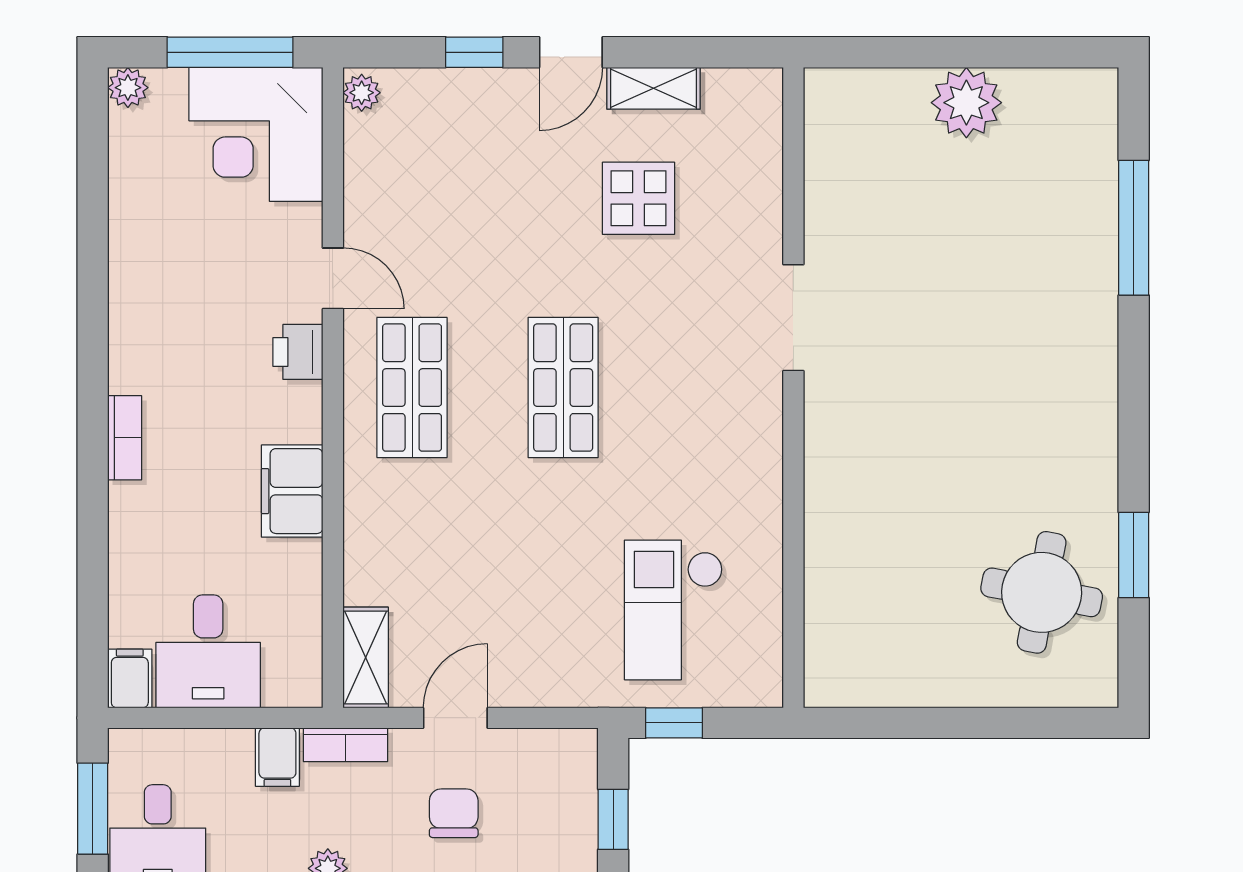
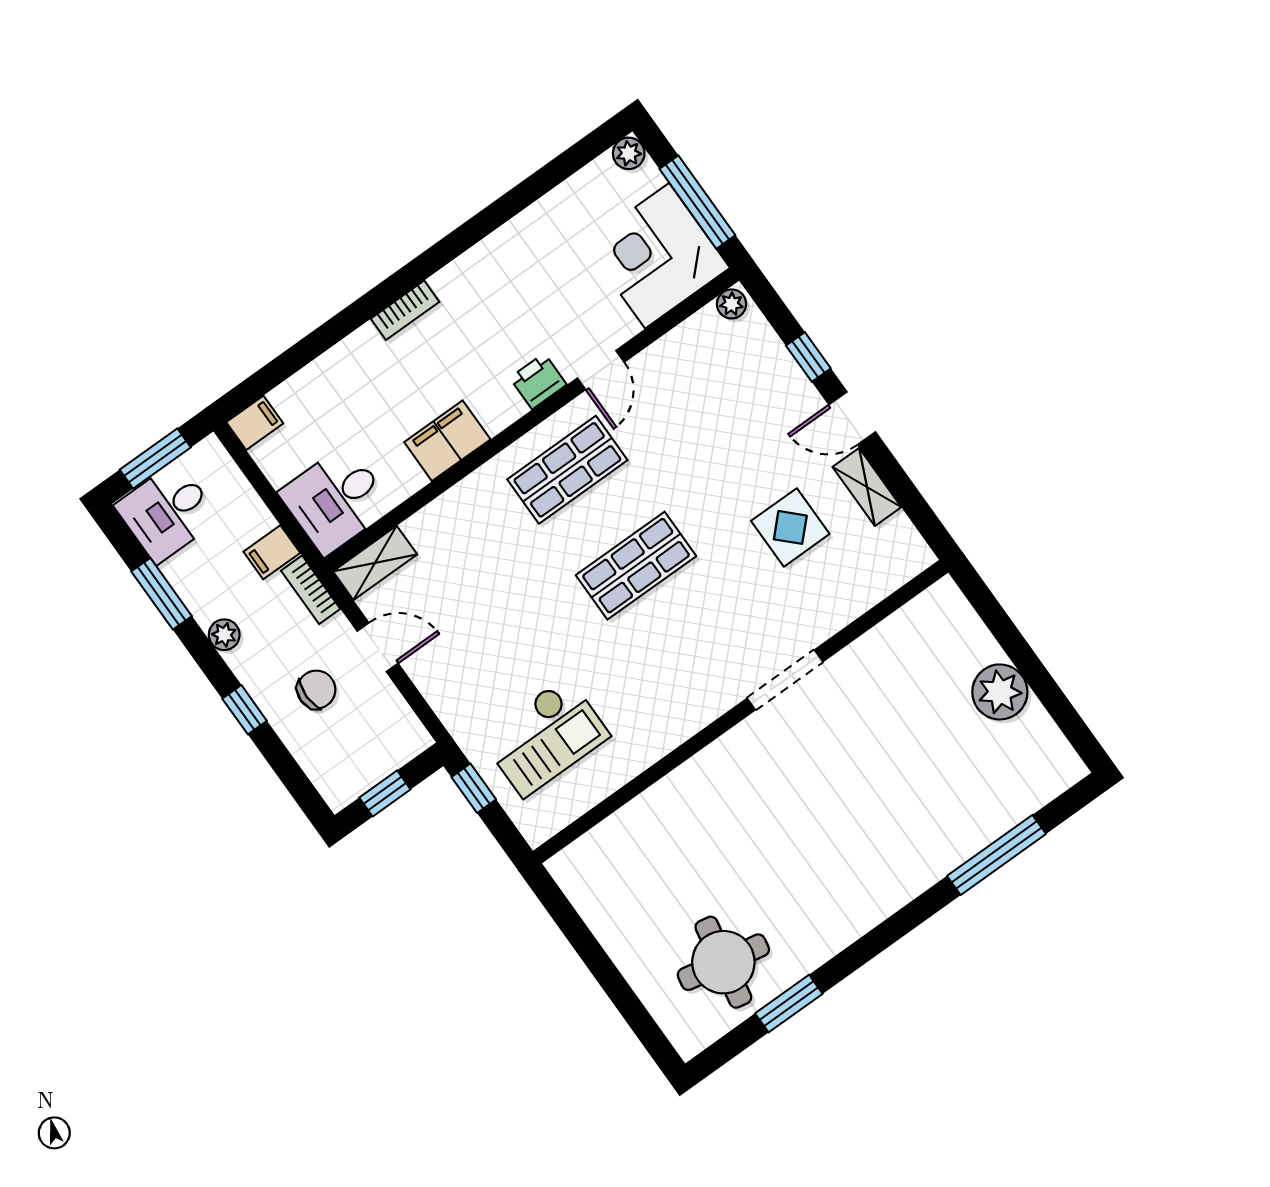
checkout: (674, 610) -> (545, 737), turned 180
desk: (208, 651) -> (336, 500), moved

